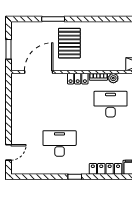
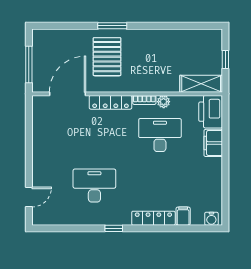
window: (53, 19) -> (112, 26), moved
window: (9, 49) -> (29, 65), width x1.44
locker: (78, 79) -> (110, 102), width x1.53

